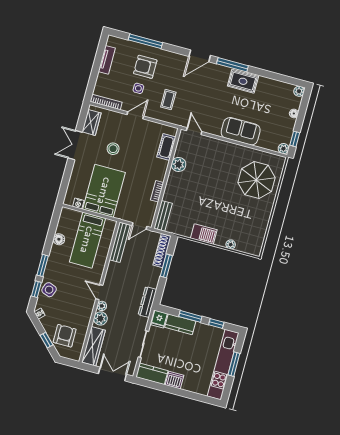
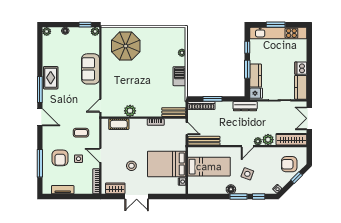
floor lamp: (59, 239) -> (231, 189), moved
side table: (49, 290) -> (247, 174), moved

